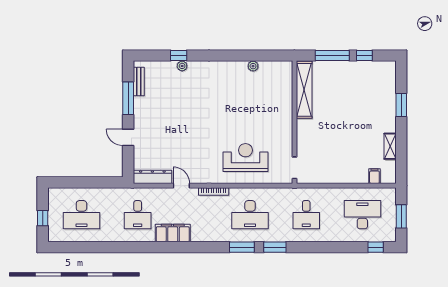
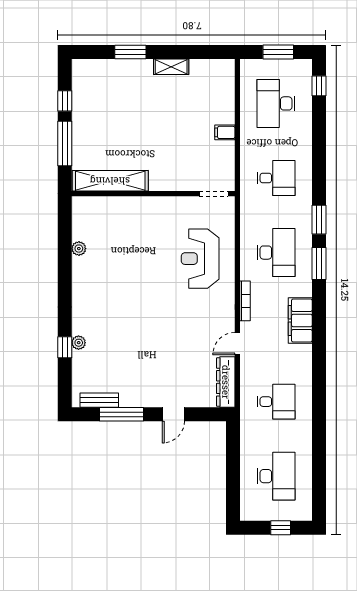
shelving: (390, 146) -> (171, 67), moved
filing cabinet: (374, 176) -> (225, 132), moved
filing cabinet: (173, 233) -> (300, 320), moved

